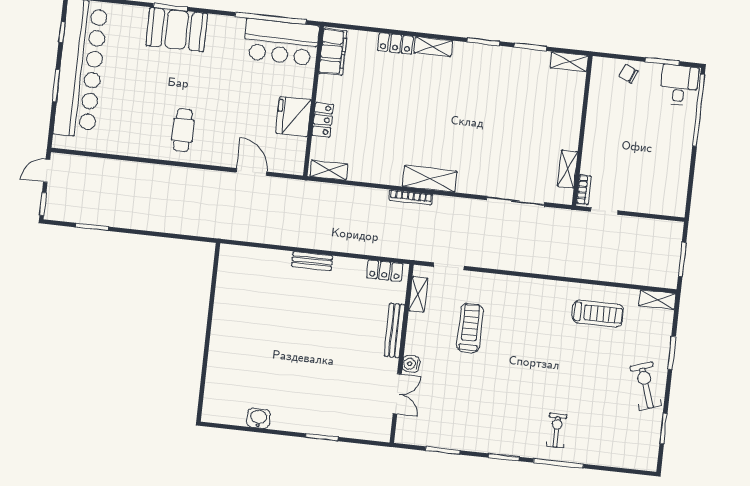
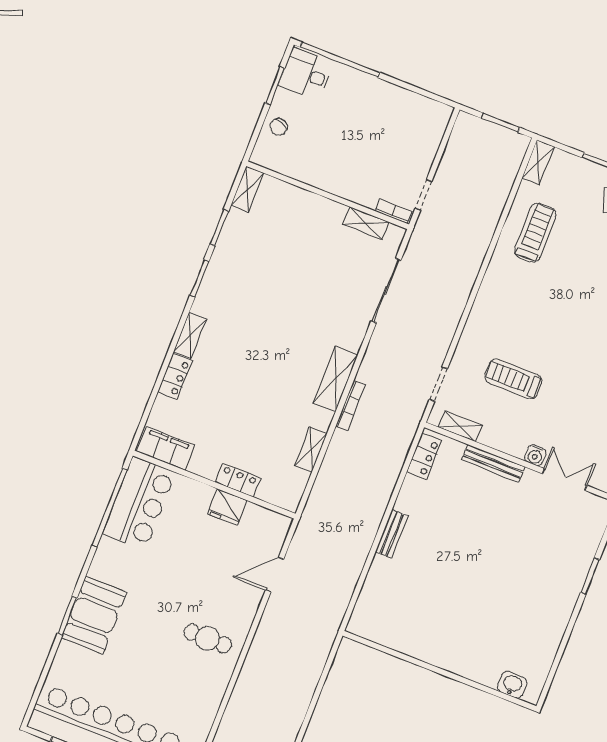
fridge: (294, 117) -> (227, 507), width x0.73, depth x0.75
shelving: (329, 170) -> (311, 449), moved
washbasin: (258, 418) -> (512, 685), moved, turned 90

